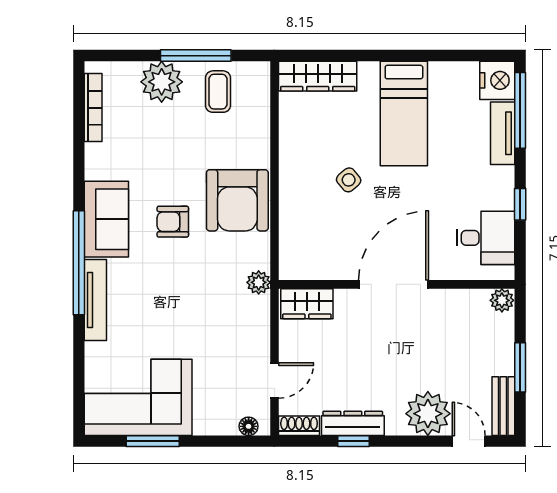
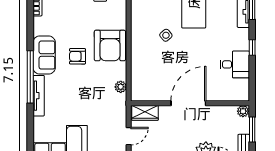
door: (393, 284) -> (188, 103), moved
wall: (397, 284) -> (190, 103), moved
plant: (502, 300) -> (243, 111), moved
wardrobe: (307, 304) -> (145, 113), moved

